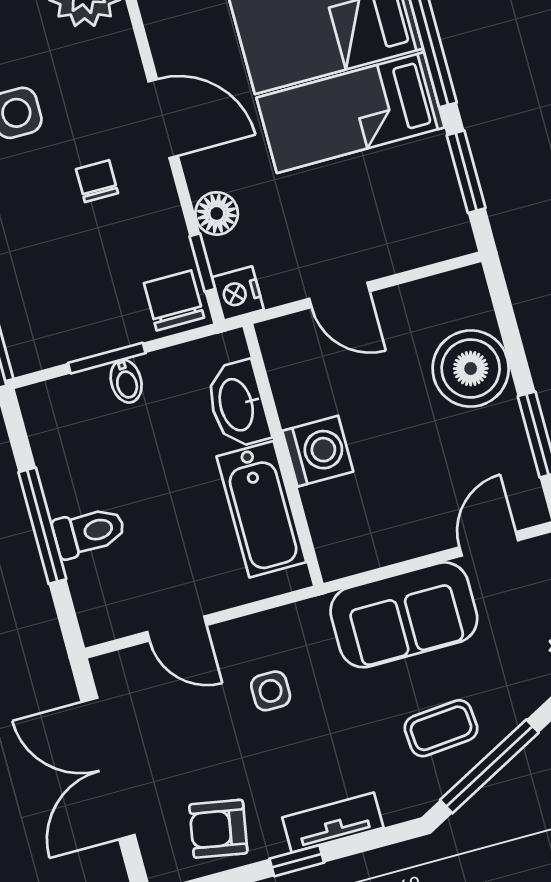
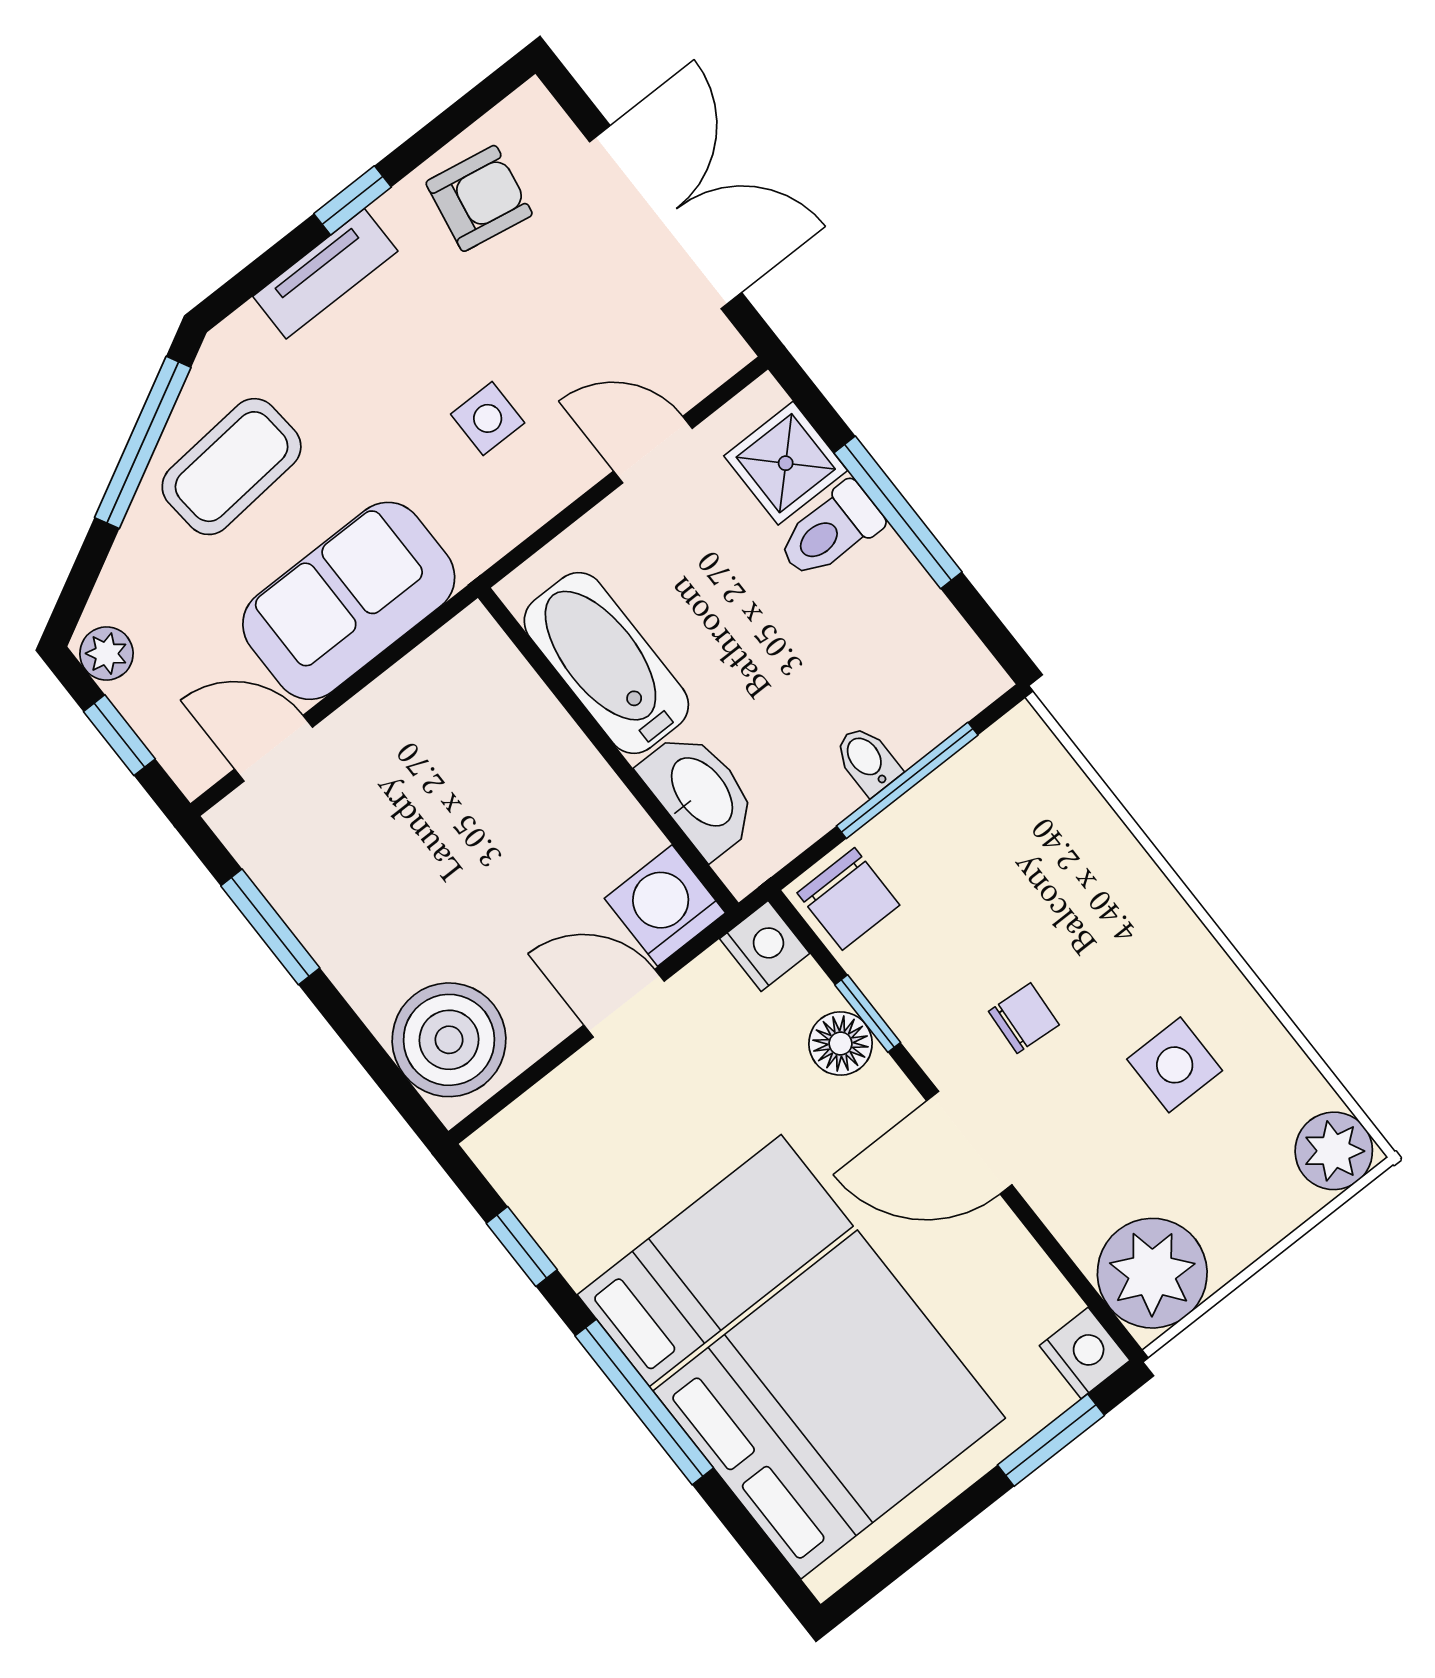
window: (466, 172) -> (522, 1247), width x0.67
chair: (97, 181) -> (1024, 1018), turned -86
window: (202, 263) -> (868, 1014), moved
window: (107, 358) -> (907, 780), width x1.44
boiler: (471, 369) -> (449, 1040), moved
washing machine: (318, 451) -> (665, 906), moved, turned 90
door: (489, 544) -> (273, 748), swing flipped
shower: (99, 585) -> (786, 463), added
coffee table: (441, 728) -> (232, 467), width x1.36, depth x1.30

